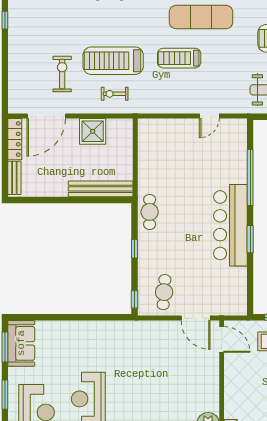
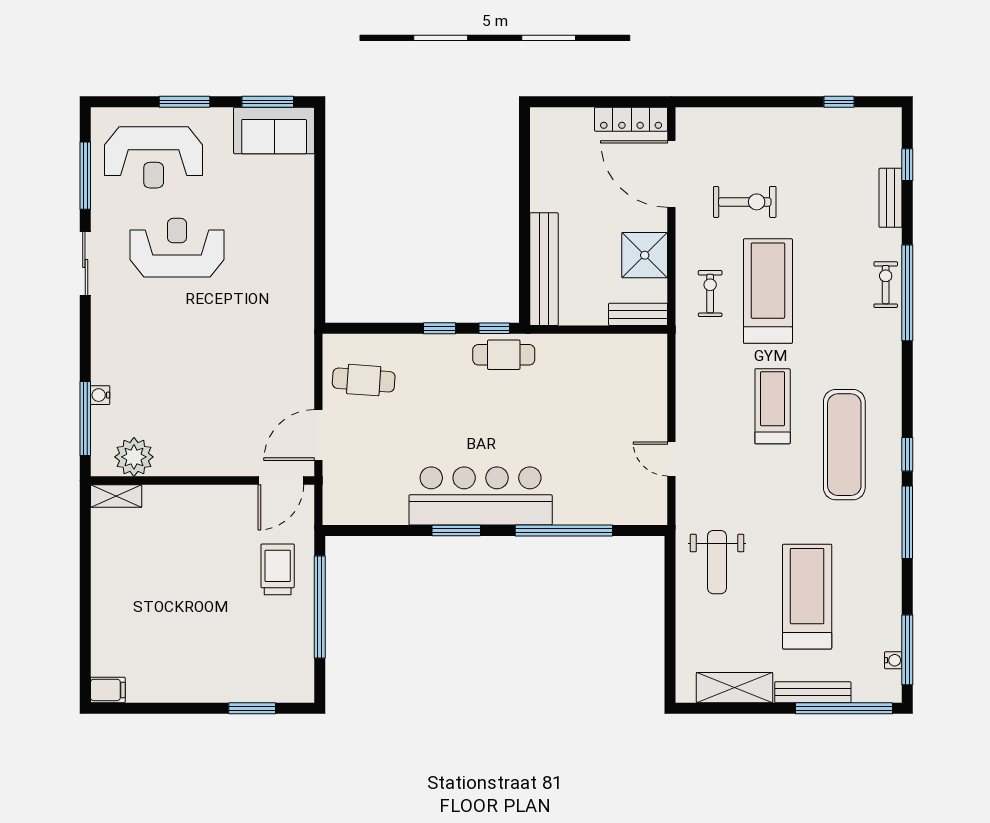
bench: (14, 178) -> (638, 314), moved
window: (134, 299) -> (494, 328), moved

